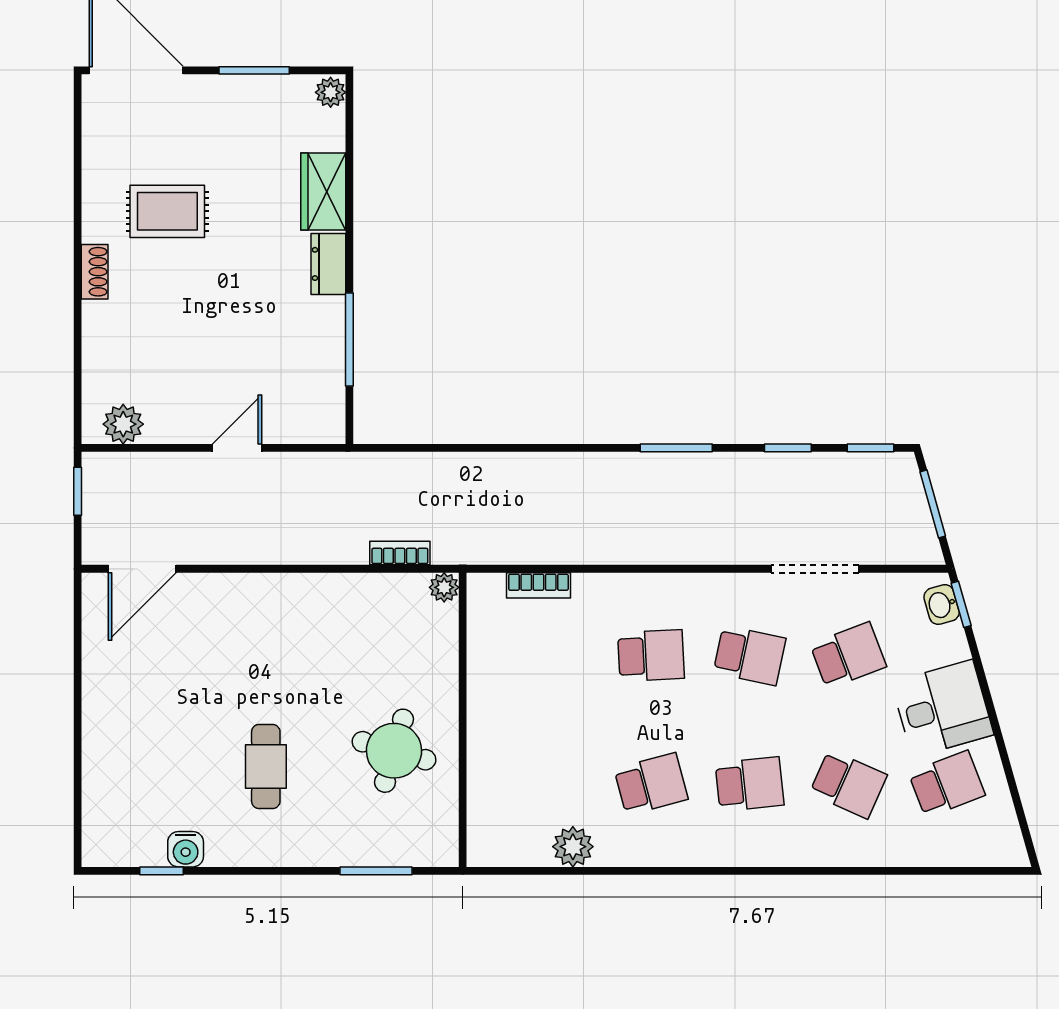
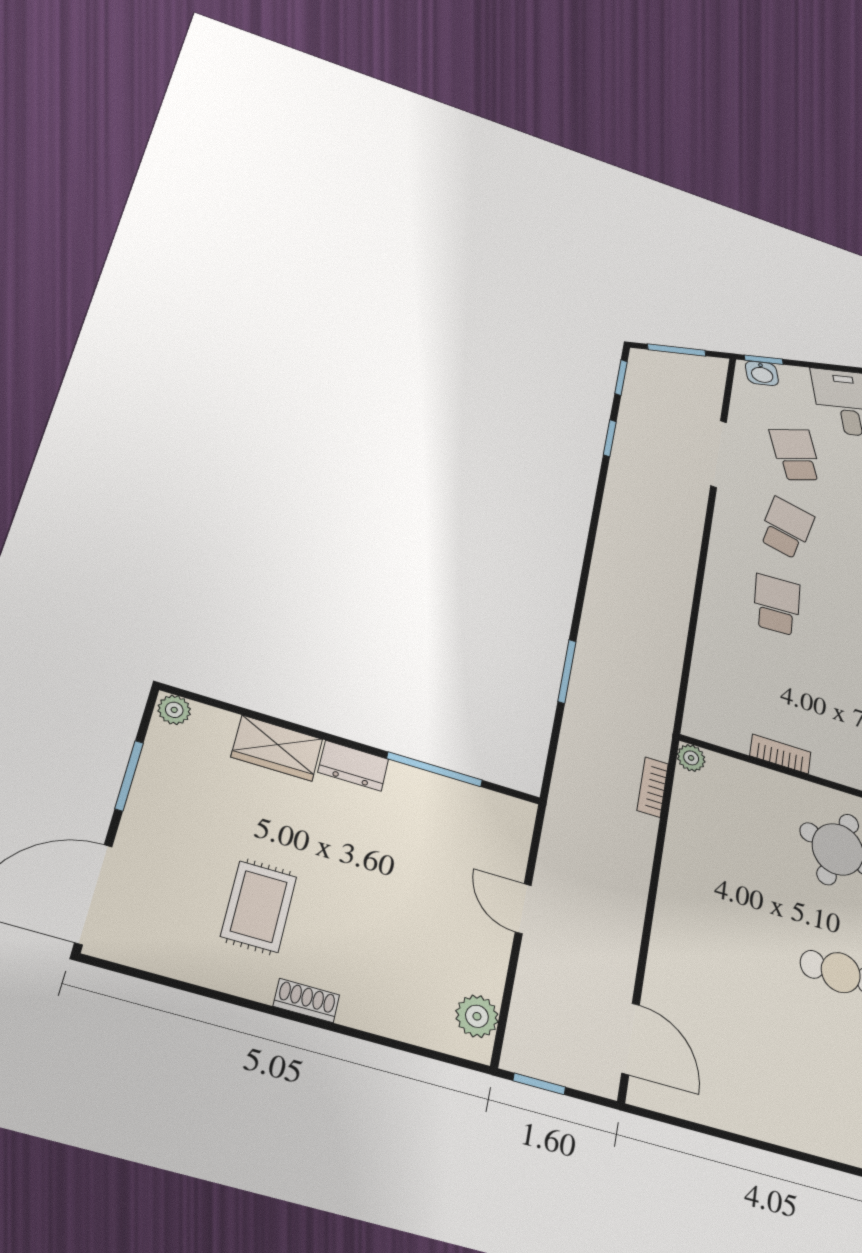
window: (676, 448) -> (567, 671), moved
bookcase: (538, 585) -> (780, 754), moved, turned -90

